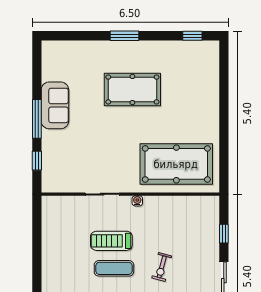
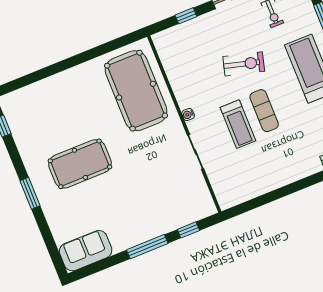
pool table: (132, 89) -> (80, 164), turned 90
sofa: (55, 105) -> (86, 251), moved
exercise bike: (162, 267) -> (244, 64), width x1.38, depth x1.39

